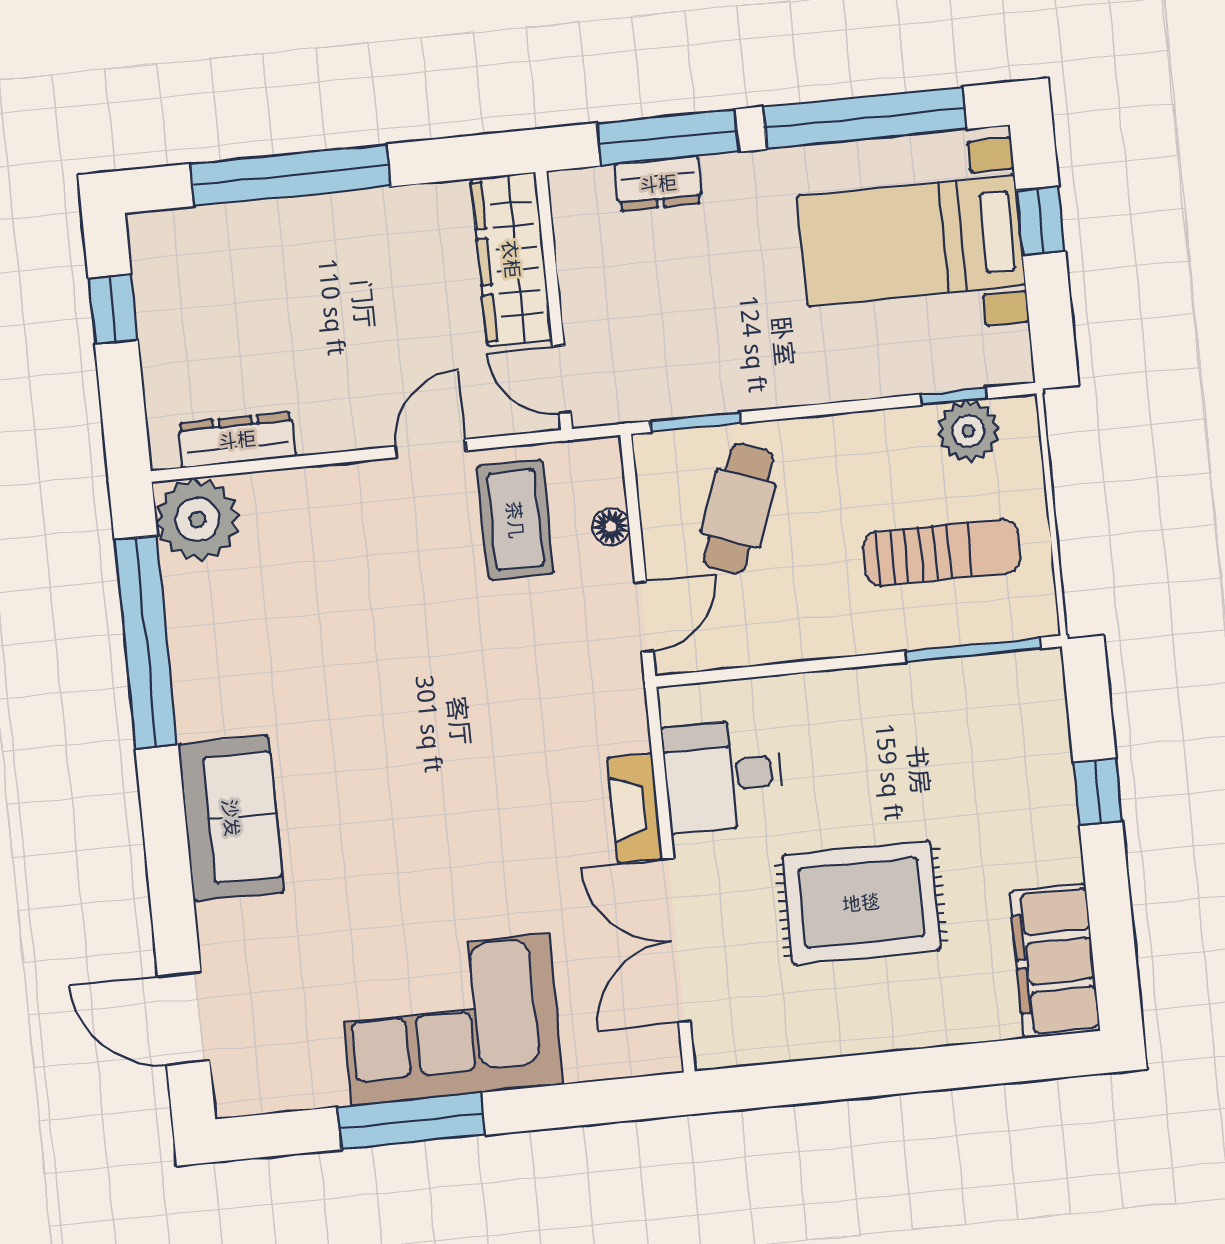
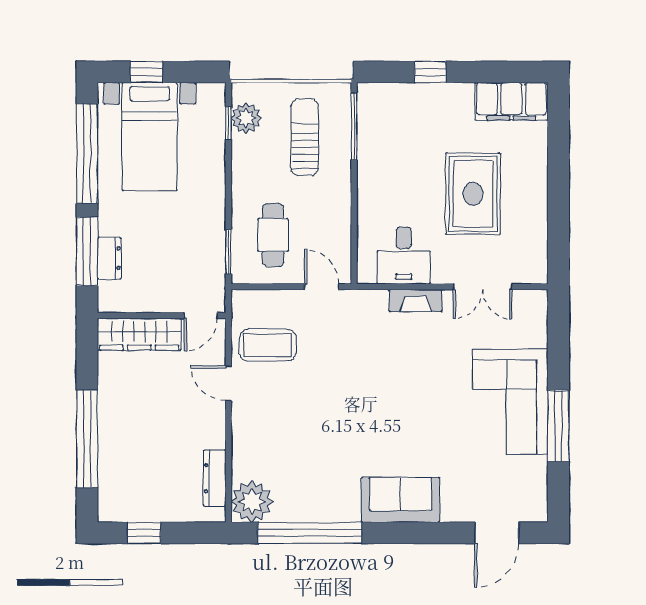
cafe table: (738, 509) -> (273, 235), turned 70
floor lamp: (611, 527) -> (276, 298), removed
double door: (676, 941) -> (483, 287), width x0.73

